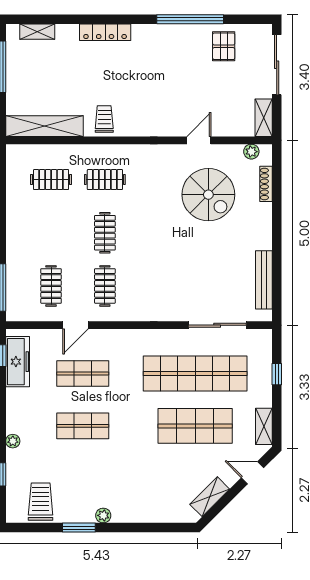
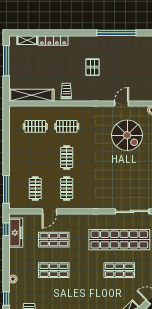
locker: (105, 32) -> (53, 40), moved
pallet: (224, 46) -> (93, 67), moved
shop shelf: (195, 426) -> (119, 270), width x0.70, depth x0.74

